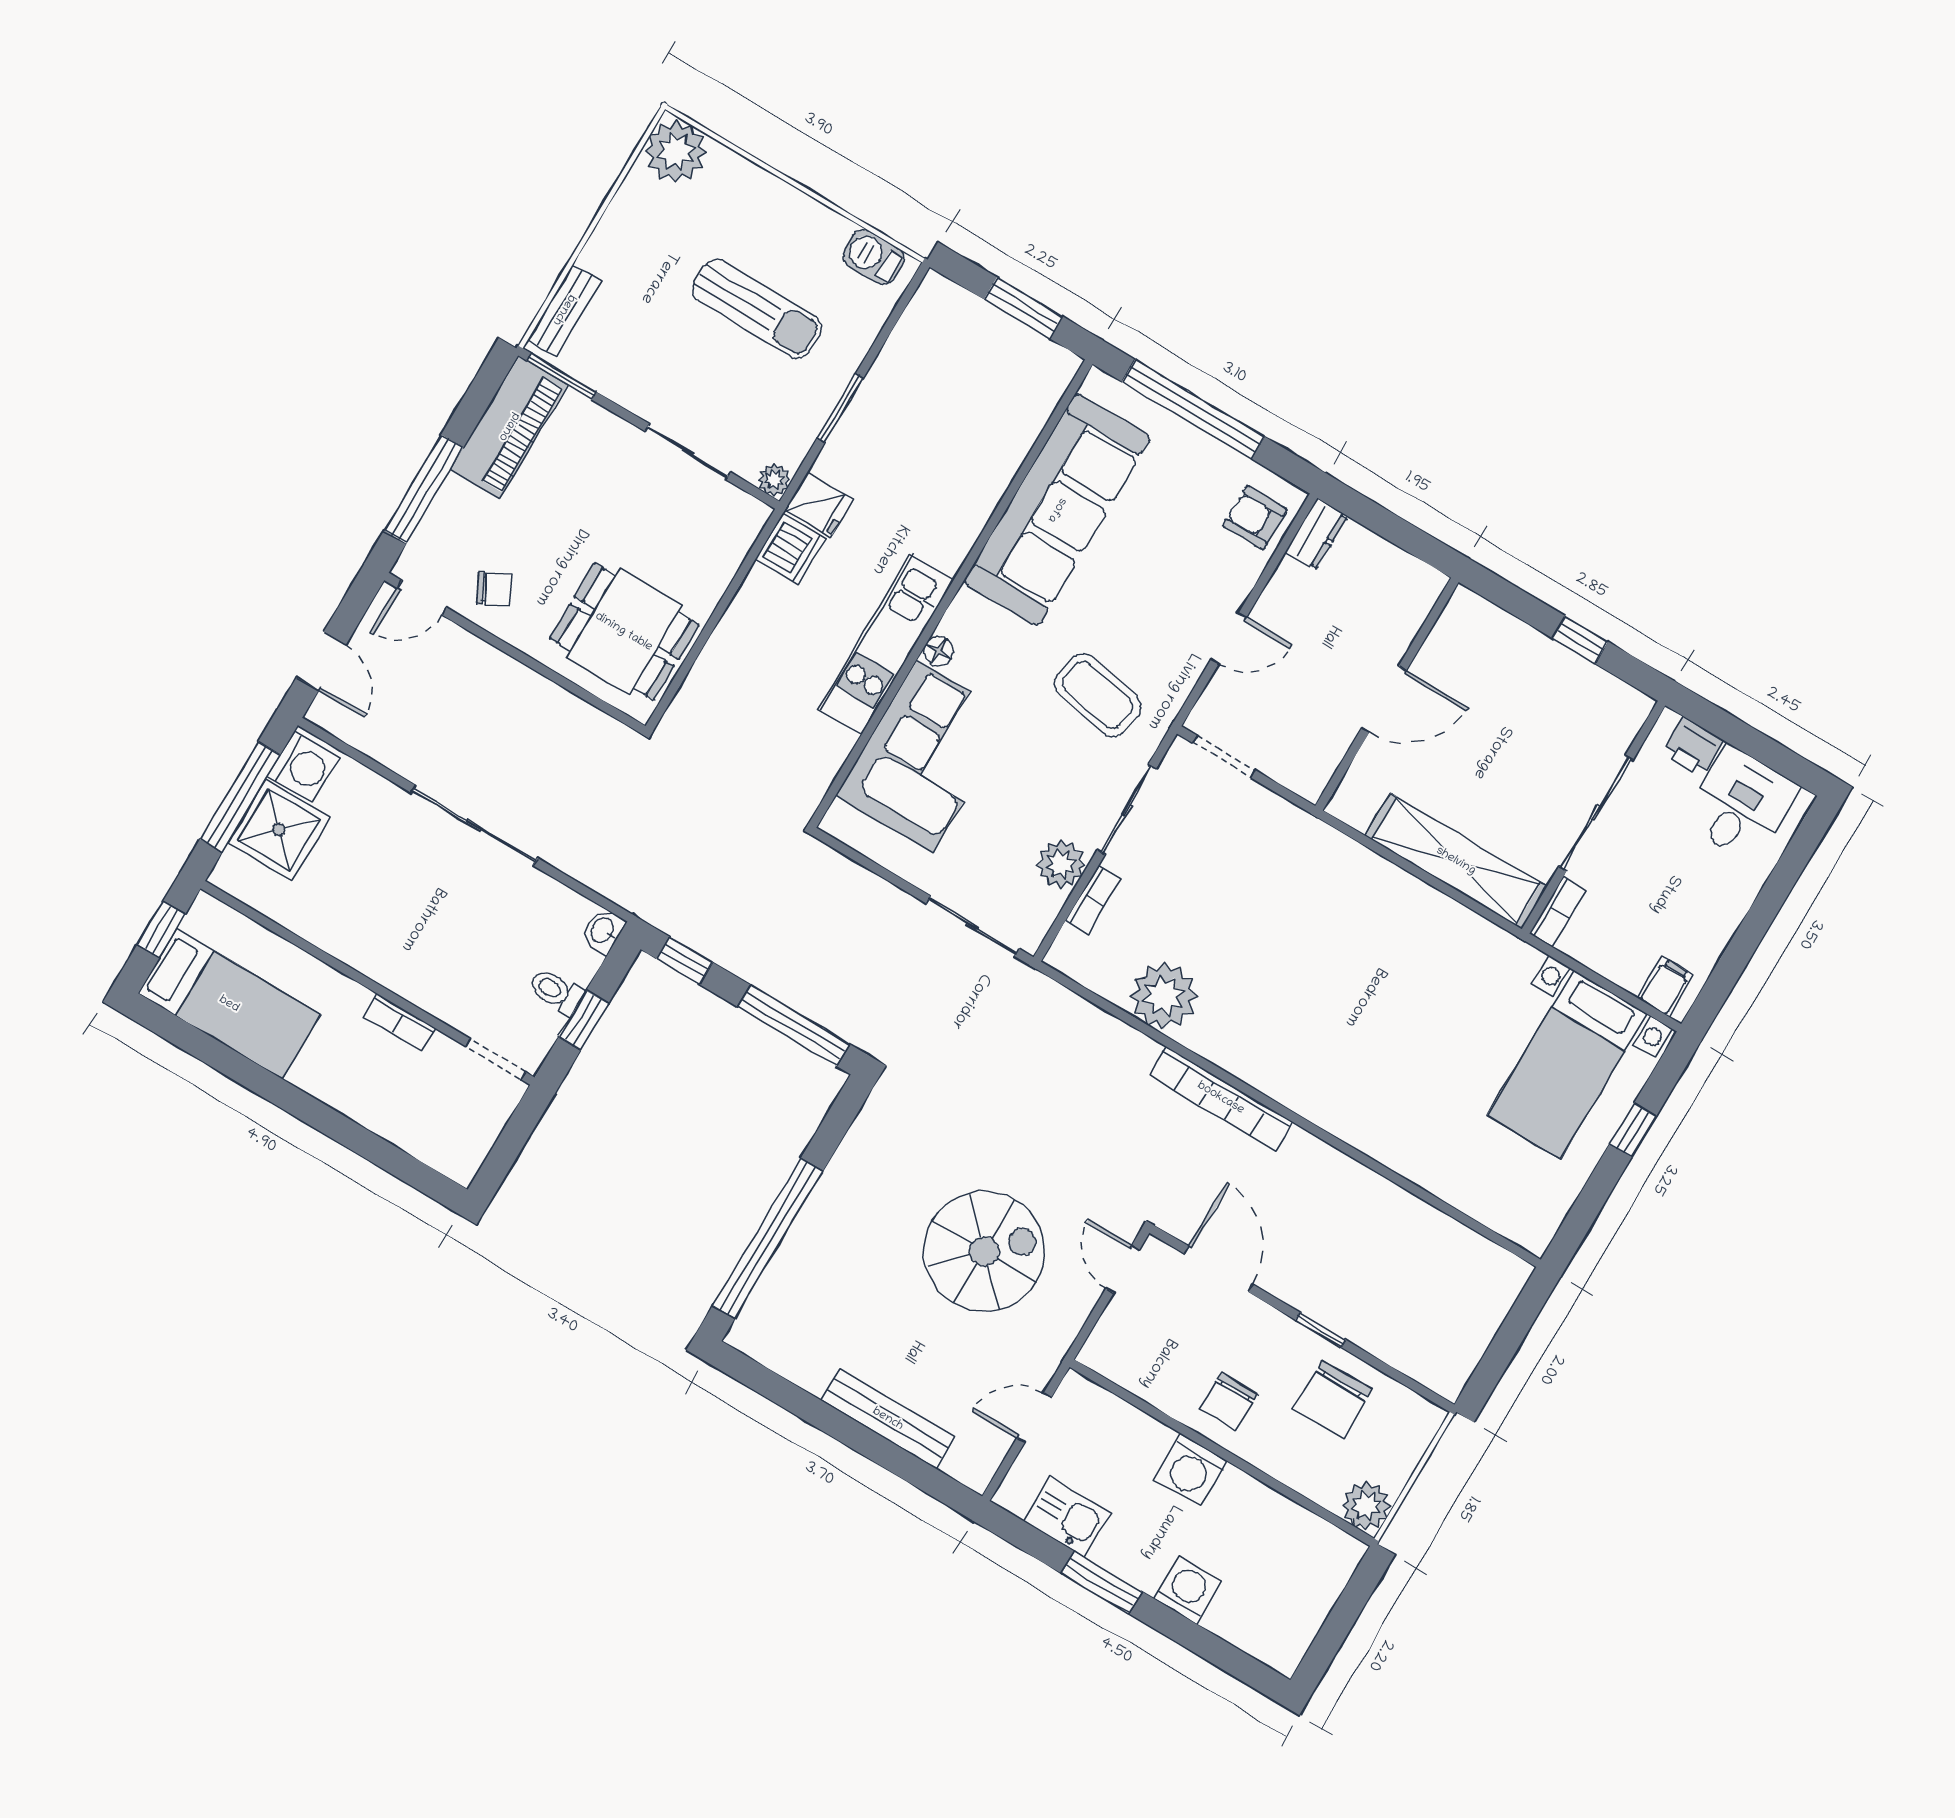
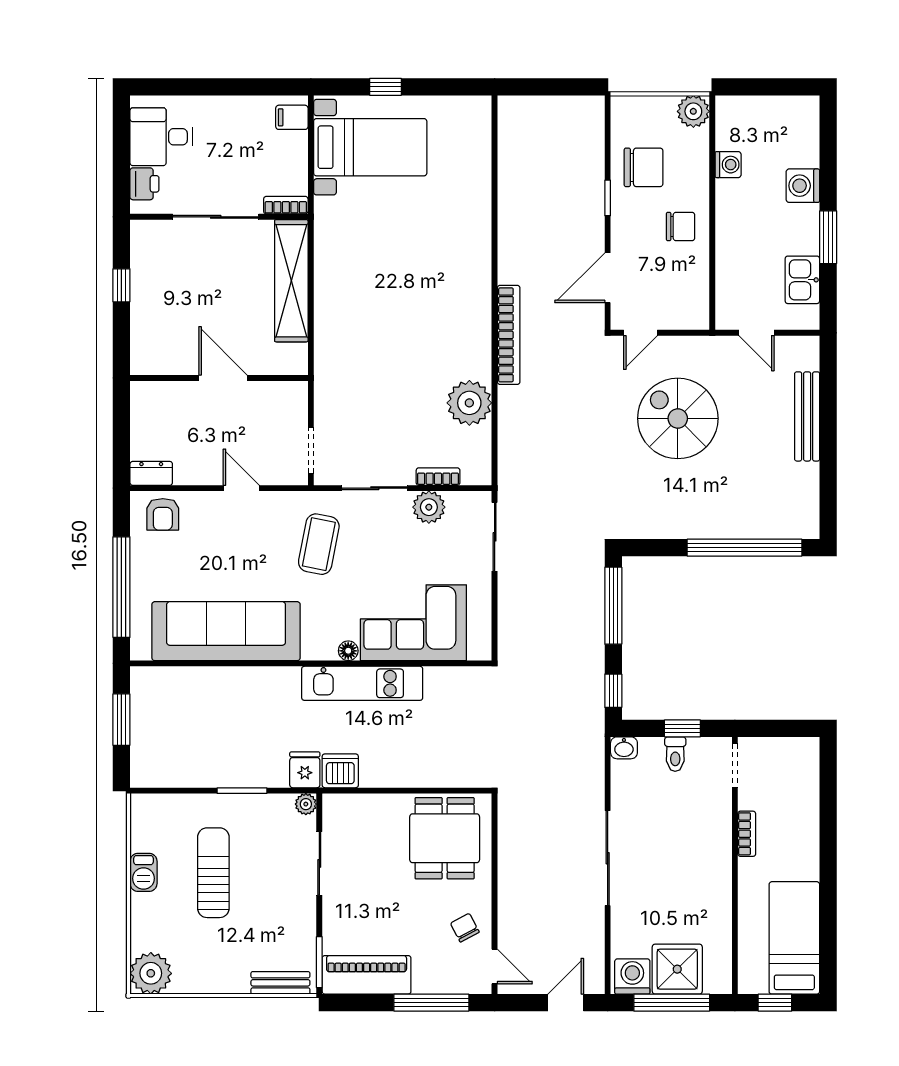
barbecue: (874, 257) -> (143, 872), moved
washing machine: (1191, 1470) -> (728, 165), moved, width x0.73, depth x0.73

